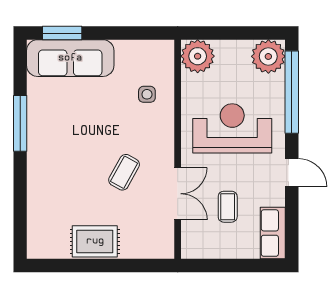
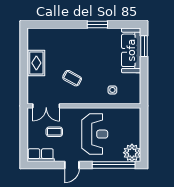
plant: (198, 56) -> (132, 116), removed
window: (20, 123) -> (97, 24), width x0.69
double door: (178, 194) -> (46, 106), moved

